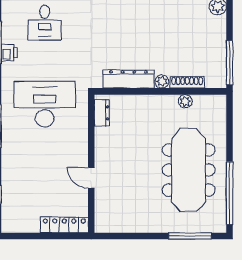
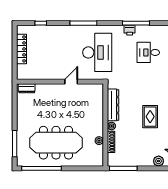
rug: (147, 20) -> (150, 117), added
dresser: (102, 113) -> (27, 88), moved
door: (91, 178) -> (71, 82), moved
locker: (64, 225) -> (22, 49), moved

